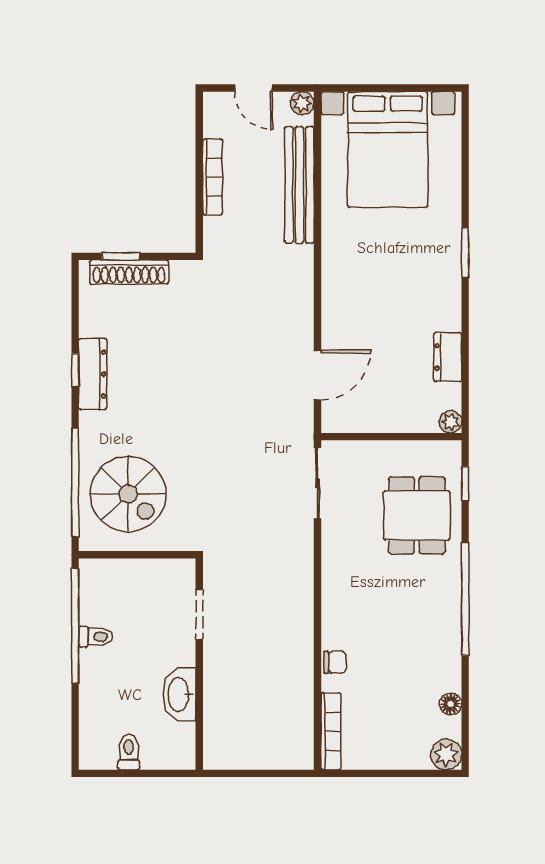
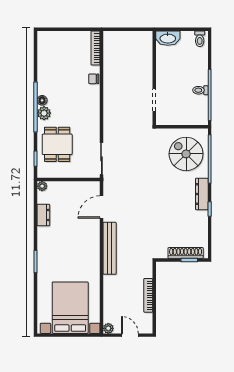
bench: (299, 185) -> (110, 248), moved
dresser: (93, 374) -> (202, 194), moved
washbasin: (179, 694) -> (168, 38), moved, turned 90
floor lamp: (451, 704) -> (42, 100), moved
toilet: (129, 752) -> (200, 39), moved
plant: (446, 754) -> (44, 113), moved

